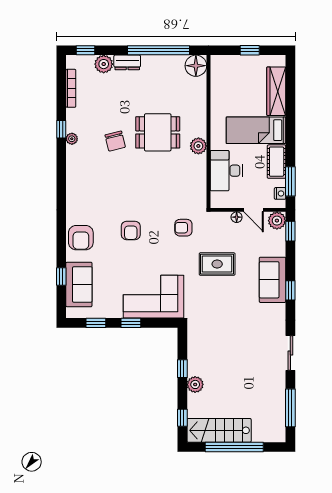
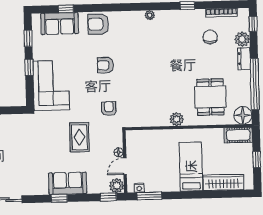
dining table: (158, 132) -> (210, 97), moved
plant: (72, 139) -> (150, 15), moved
chair: (115, 141) -> (210, 37), moved, turned 104
cot: (277, 162) -> (238, 135), moved
desk: (226, 171) -> (157, 143), removed

